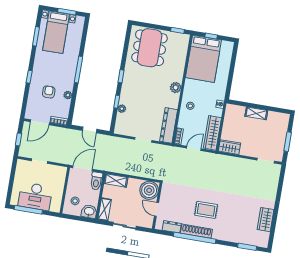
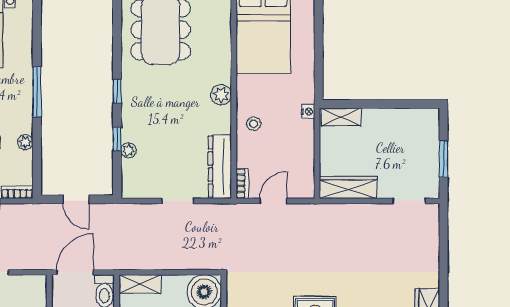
shelving: (256, 113) -> (341, 117), moved
wardrobe: (212, 133) -> (303, 167), removed
wardrobe: (229, 147) -> (348, 187), width x1.50

